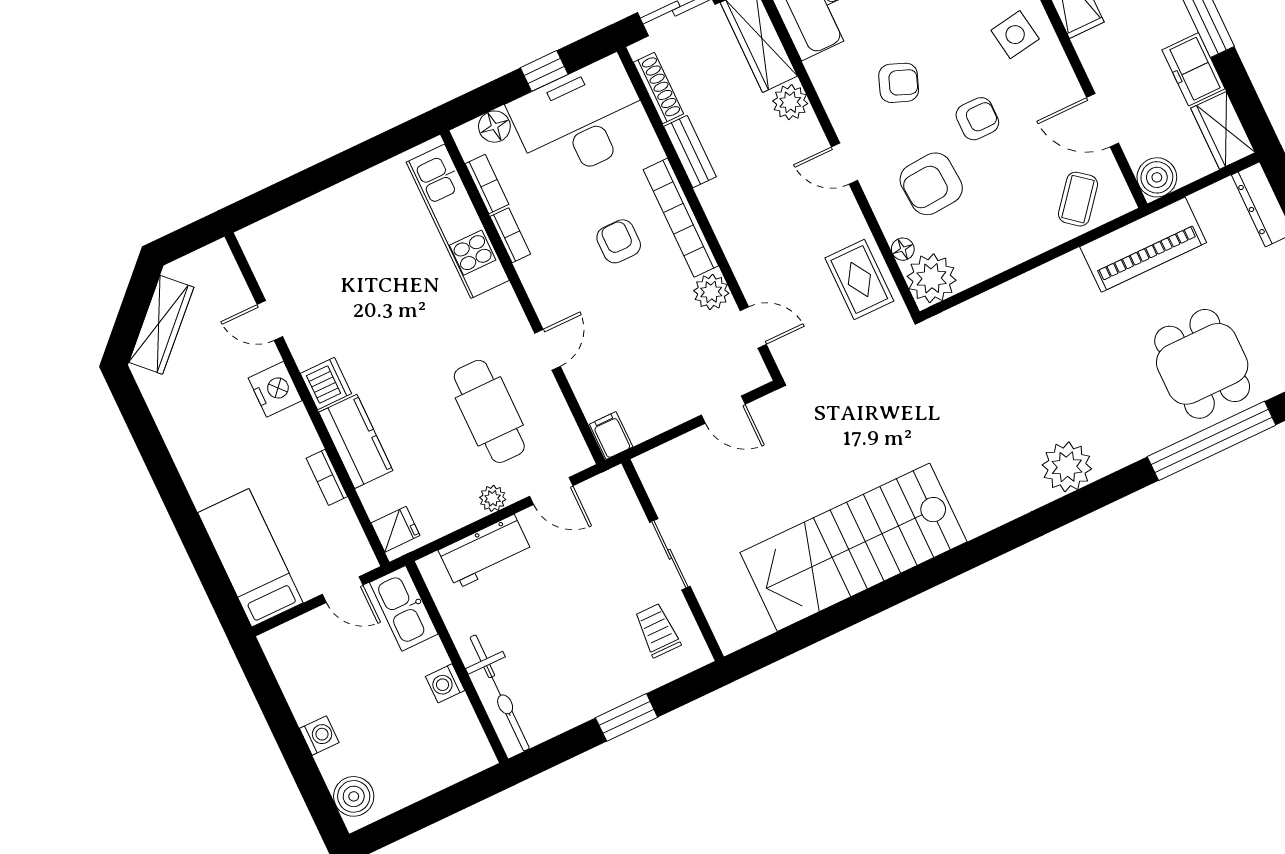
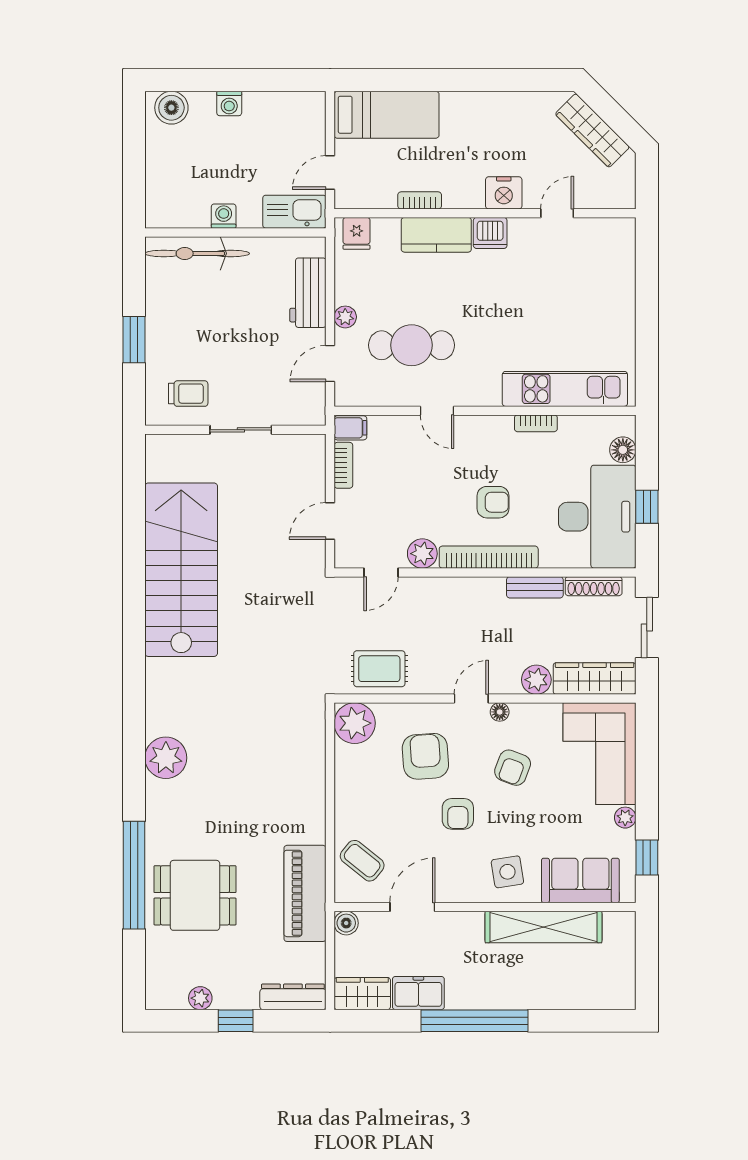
boiler: (1157, 177) -> (346, 923), width x0.73, depth x0.73
bookcase: (487, 184) -> (343, 465), moved, turned -90
floor lamp: (903, 249) -> (500, 712), moved

